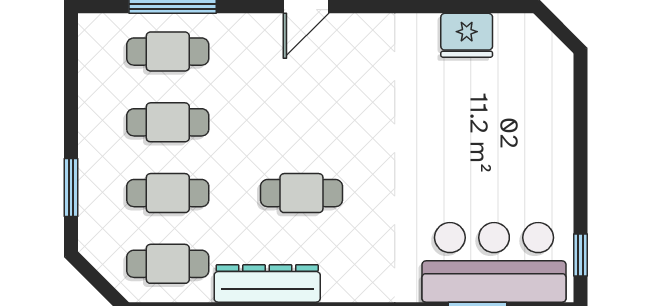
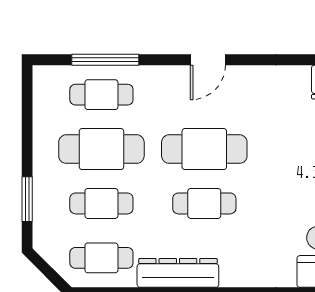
cafe table: (168, 122) -> (101, 149), width x1.37, depth x1.35
cafe table: (301, 122) -> (204, 149), added

